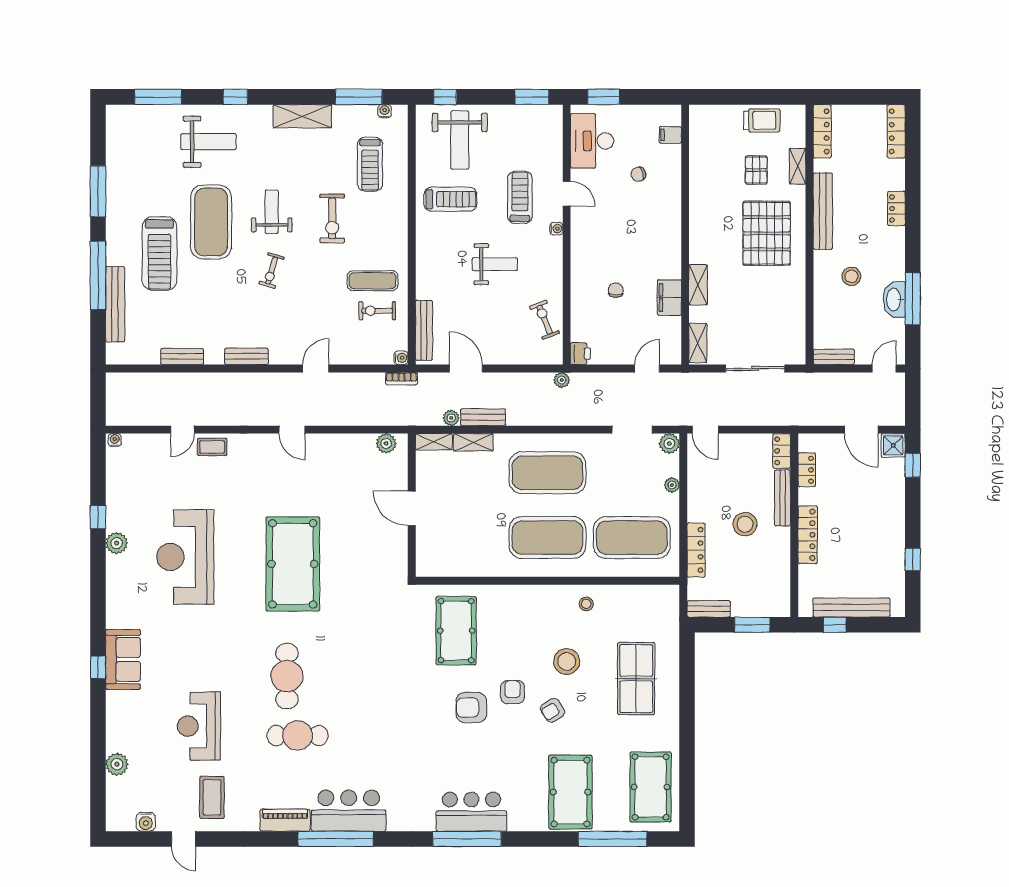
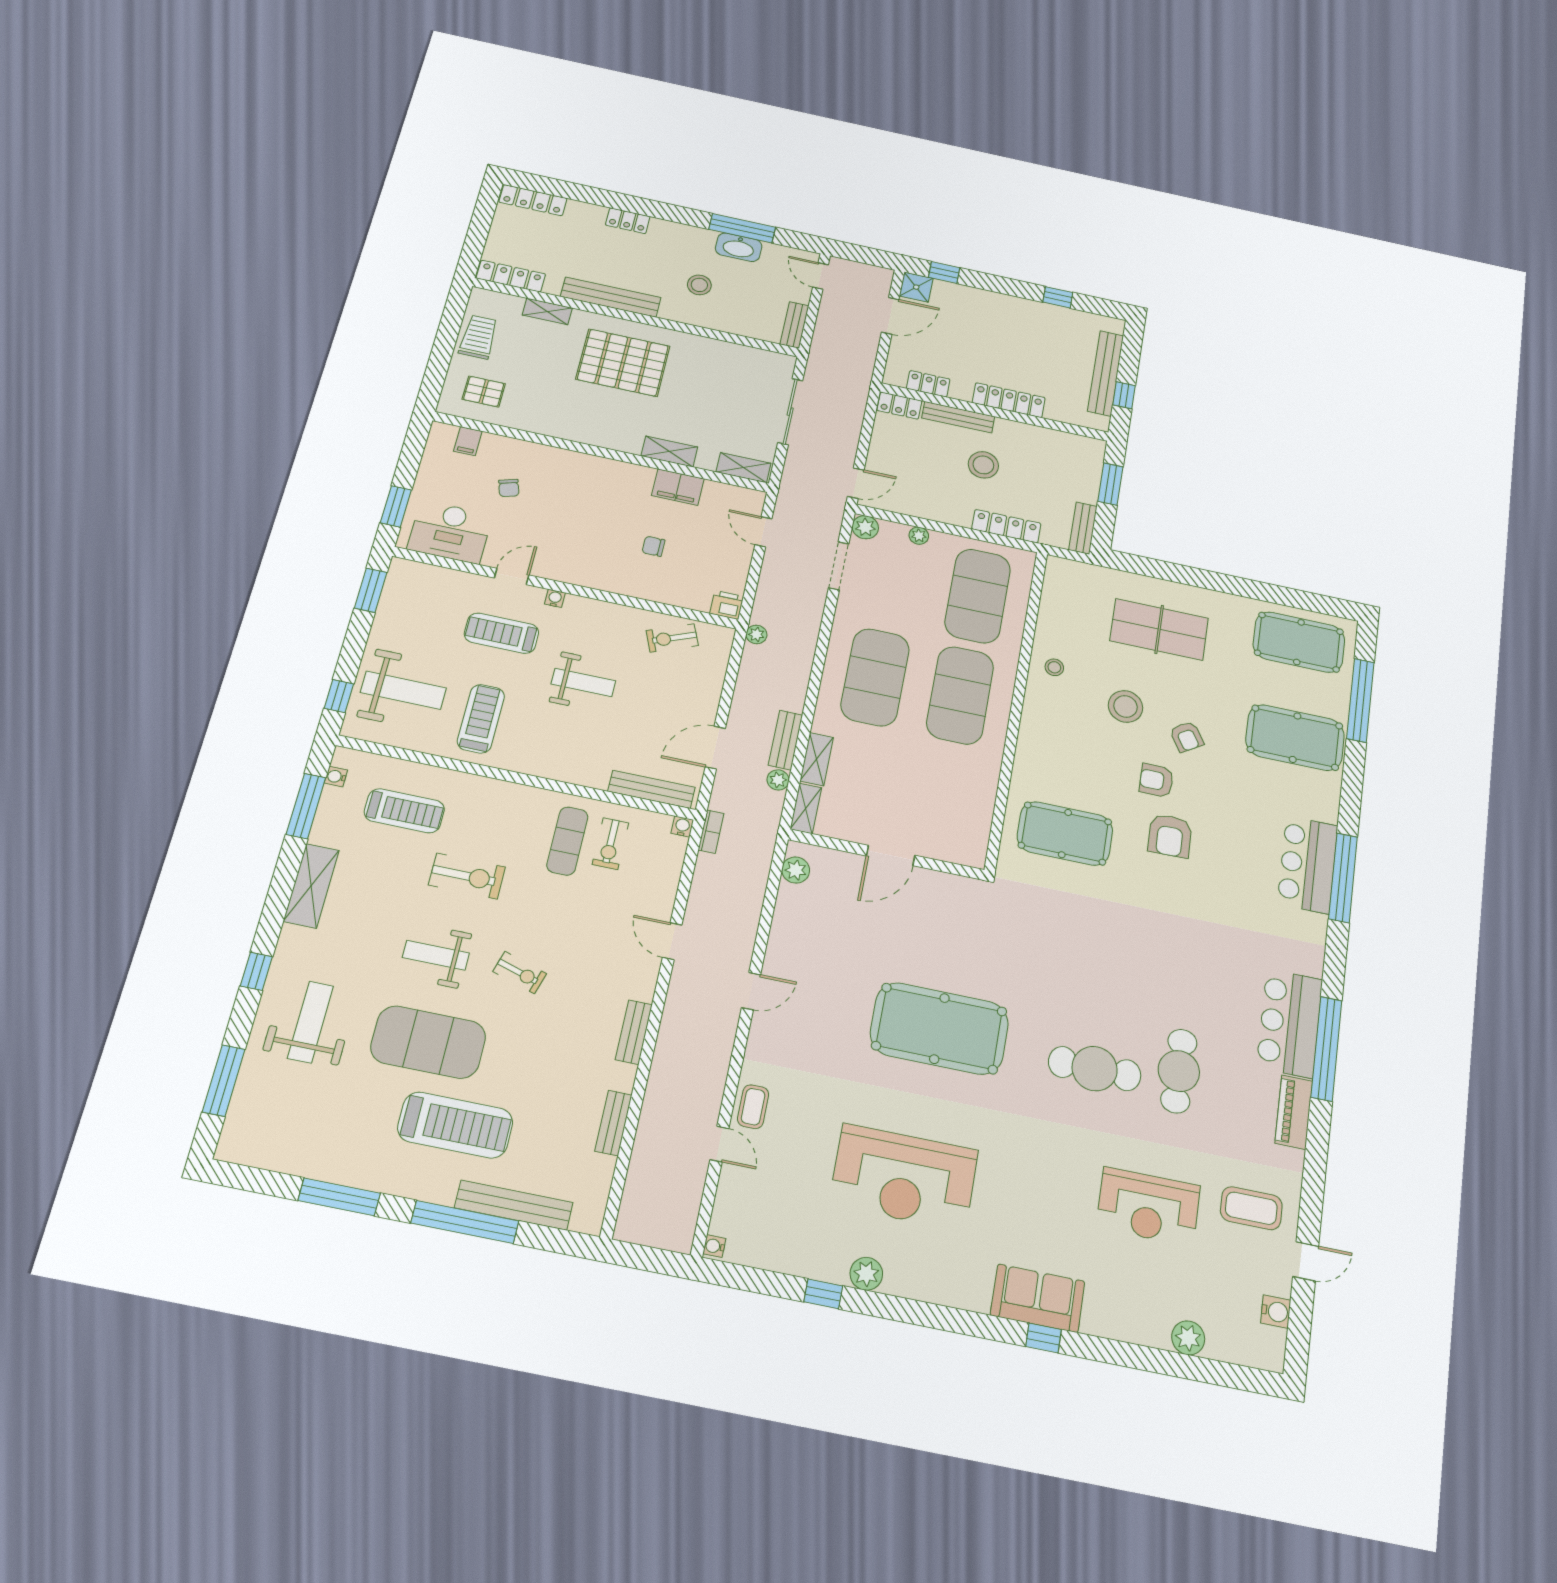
pallet: (756, 170) -> (484, 392), moved
weight bench: (495, 264) -> (583, 682), turned 90

